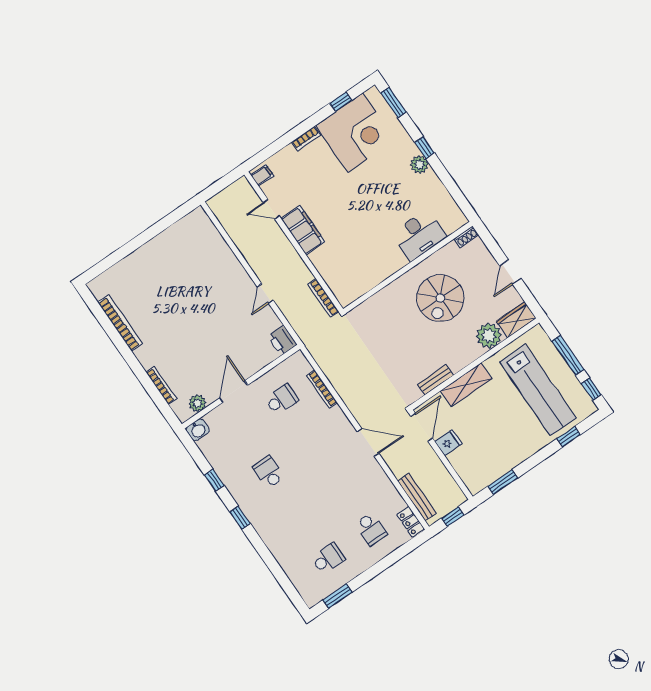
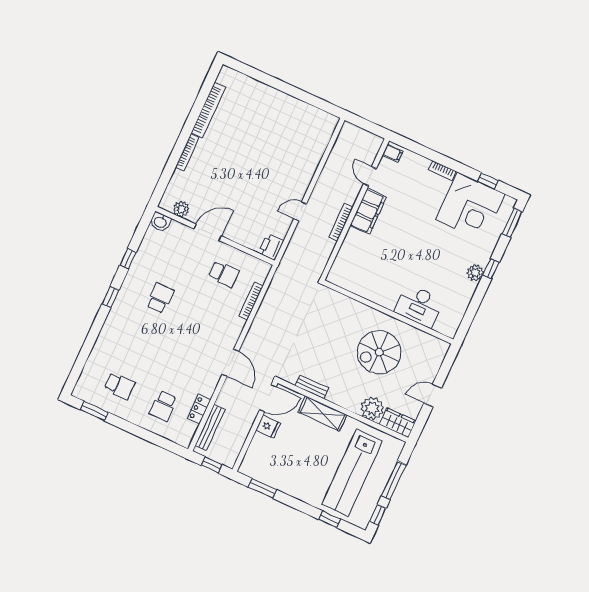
shoe rack: (466, 237) -> (440, 344), removed
bookcase: (323, 298) -> (341, 222), moved
bookcase: (161, 386) -> (187, 152), moved
locker: (411, 522) -> (199, 409), moved

